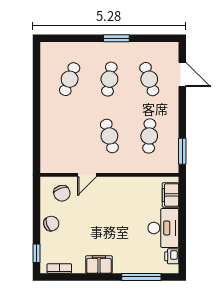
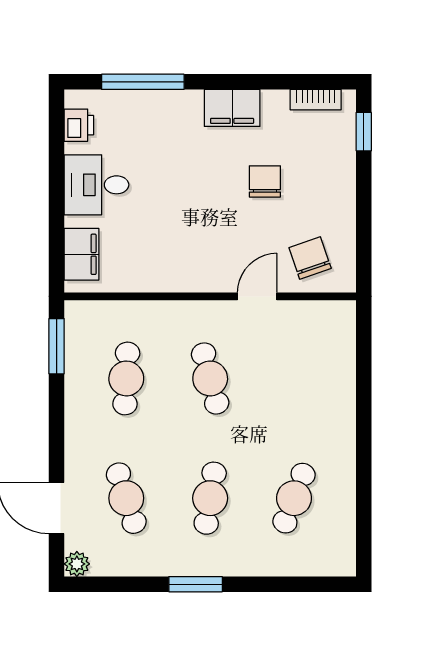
plant: (173, 48) -> (77, 564), added
chair: (51, 224) -> (265, 181), moved, turned 112
desk: (163, 228) -> (97, 185), width x0.73

